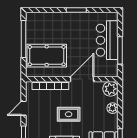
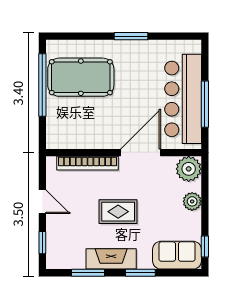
bar counter: (107, 40) -> (183, 99), width x1.36
pool table: (47, 56) -> (81, 77), moved
door: (24, 108) -> (42, 202), swing flipped

